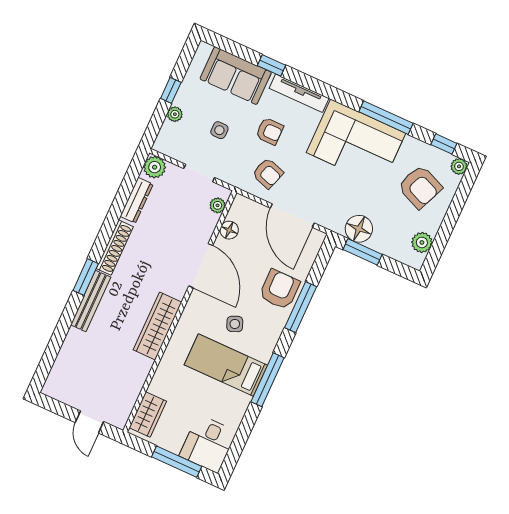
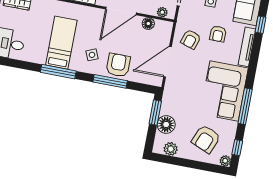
floor lamp: (359, 229) -> (166, 124), moved
armchair: (279, 289) -> (118, 65), turned -90
side table: (235, 324) -> (92, 55), moved

